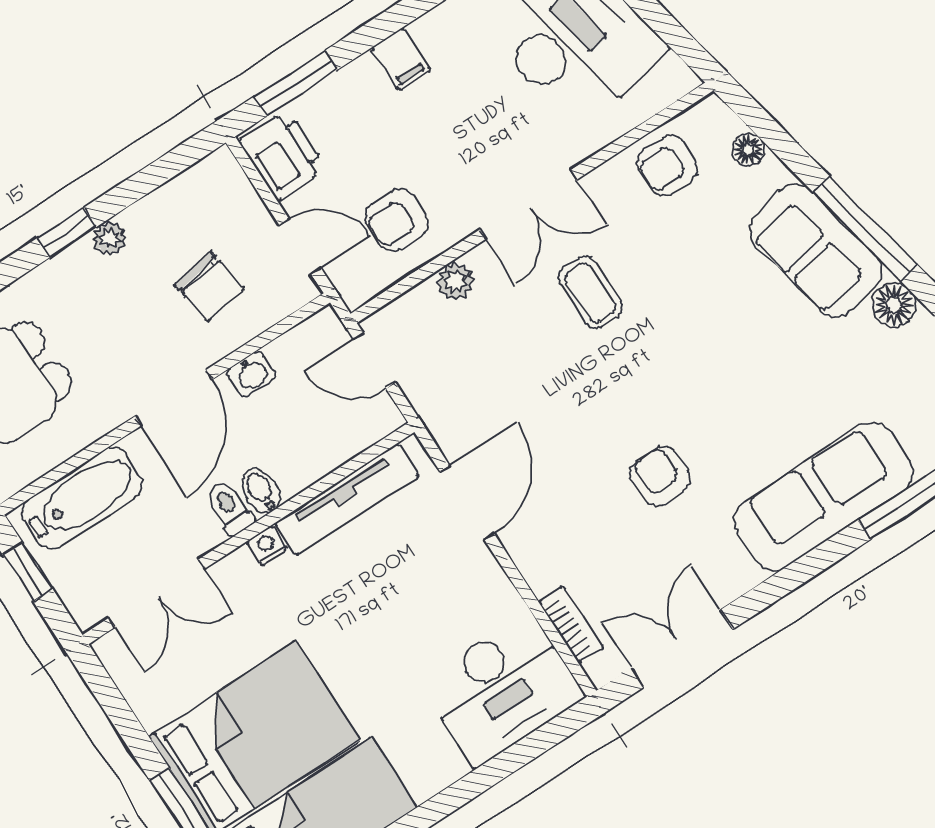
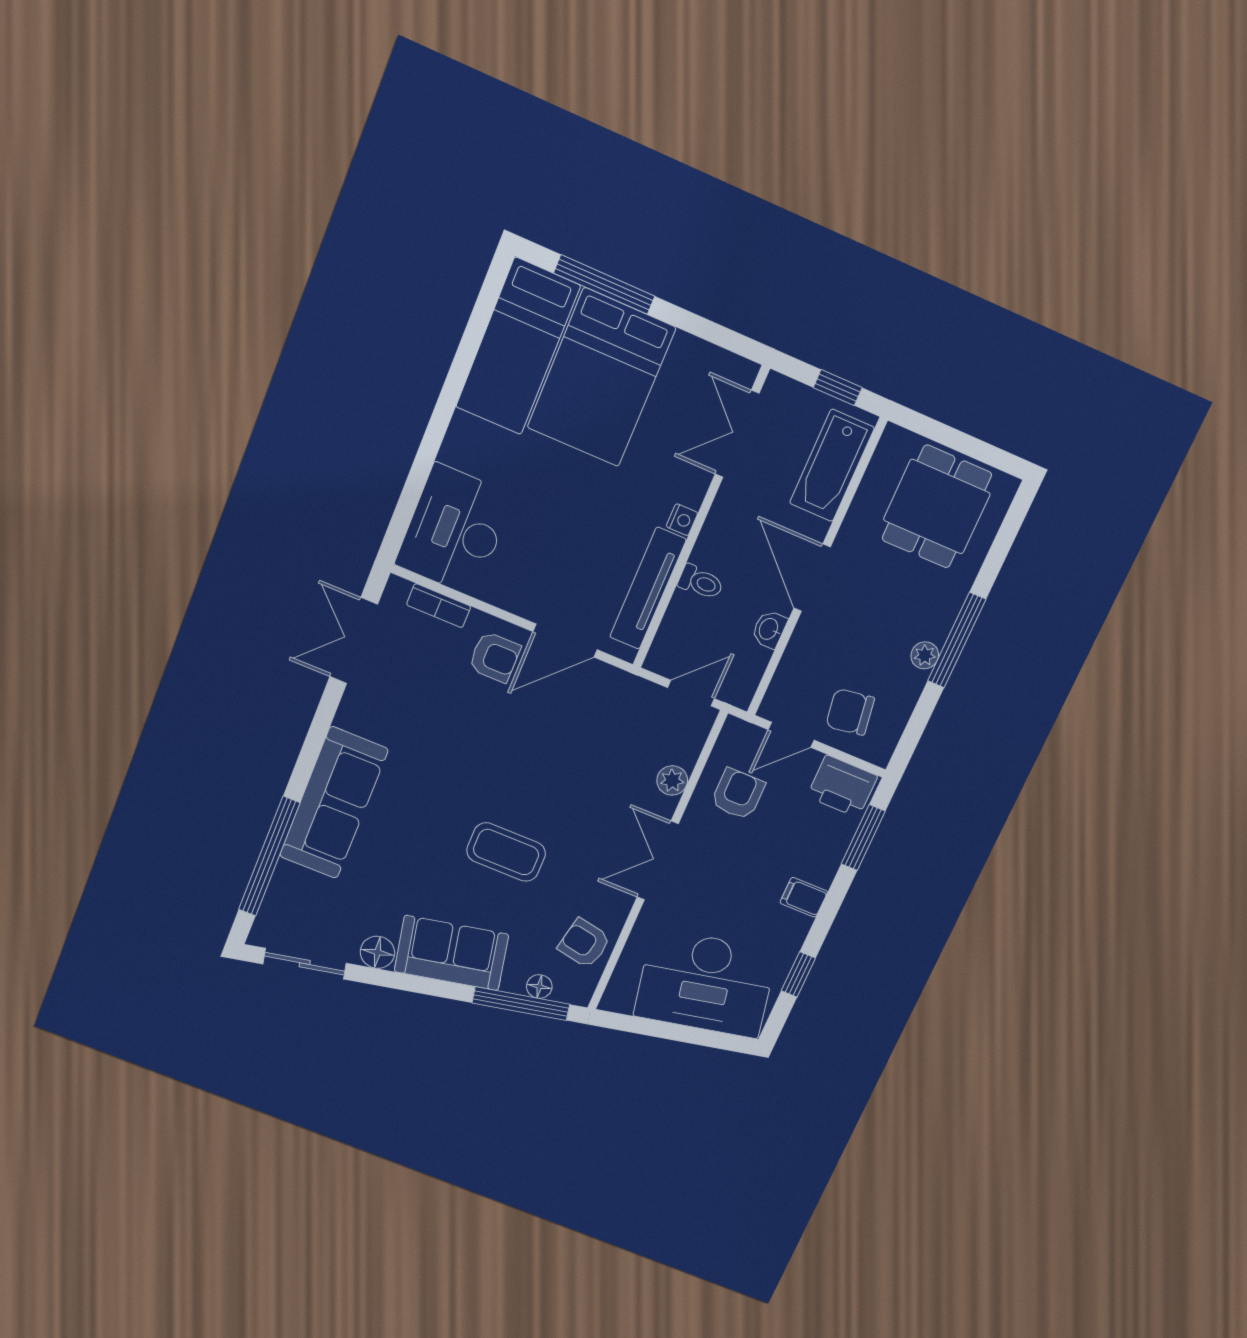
armchair: (667, 165) -> (584, 943), turned -79
window: (865, 229) -> (521, 1004), moved
window: (67, 233) -> (957, 640), width x2.17
chair: (209, 286) -> (850, 712), moved
coffee table: (590, 293) -> (506, 852), moved, width x1.36, depth x1.30
armchair: (660, 476) -> (495, 657), moved
bidet: (261, 491) -> (711, 555), removed
door: (467, 503) -> (565, 641), hinge flipped
toilet: (230, 508) -> (701, 582), moved
double door: (682, 648) -> (354, 641), swing flipped

